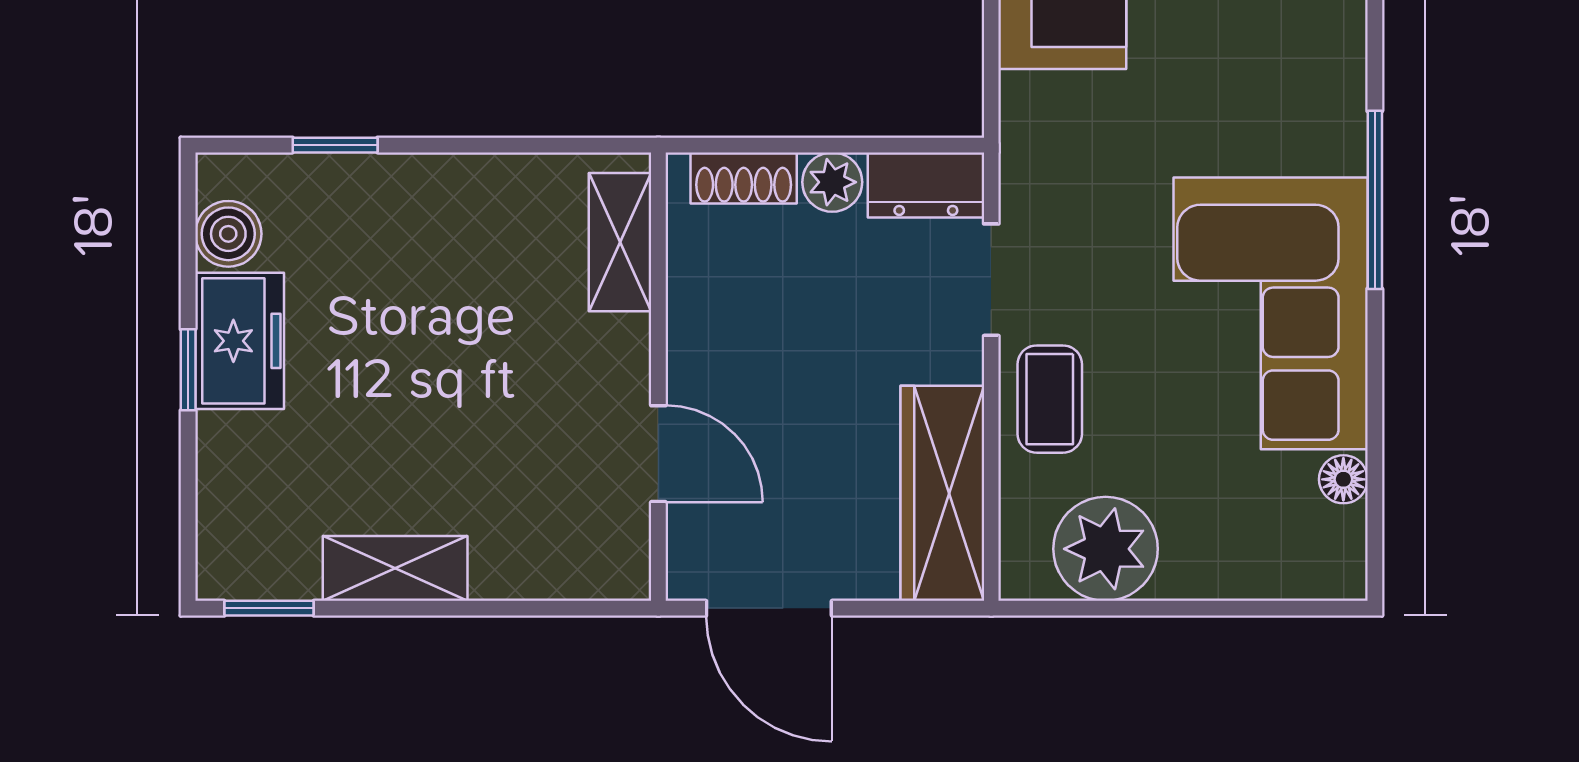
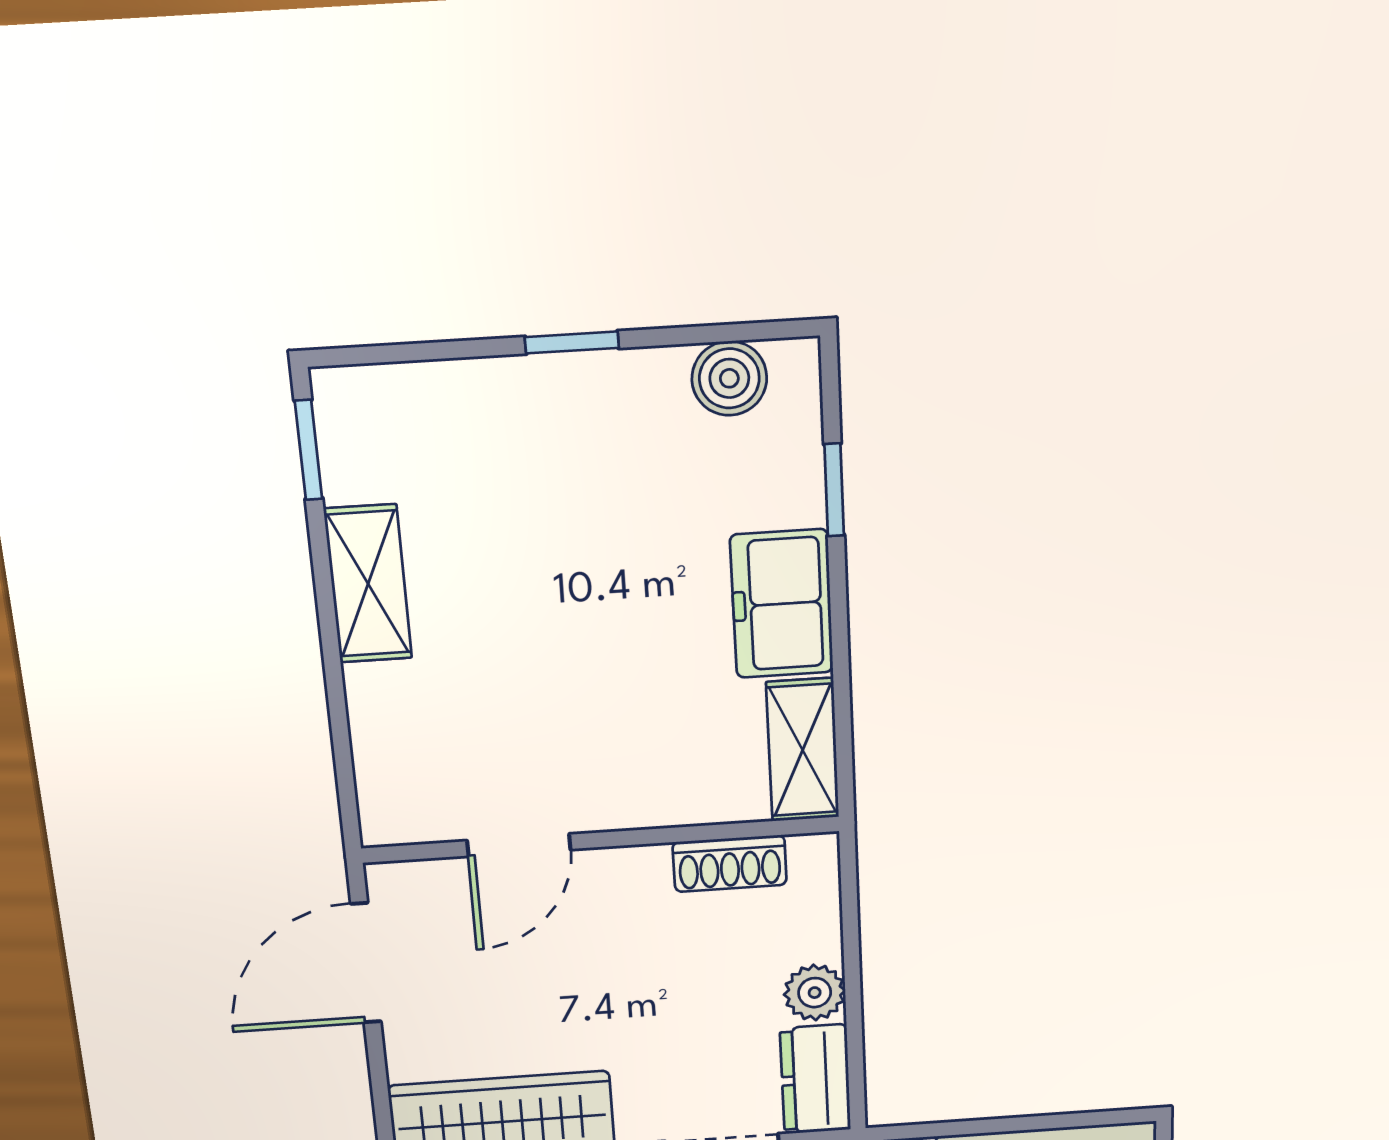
shoe rack: (744, 178) -> (730, 864), moved, turned -90
shelving: (620, 242) -> (803, 750), moved, turned 90
freezer: (240, 341) -> (782, 604), moved, turned 90

